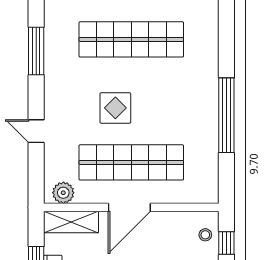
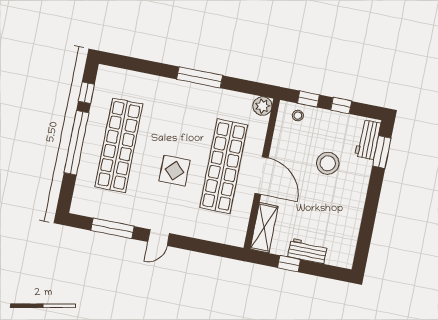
window: (226, 115) -> (200, 77), width x0.68
door: (36, 131) -> (159, 238), moved
plant: (63, 193) -> (262, 106), moved

